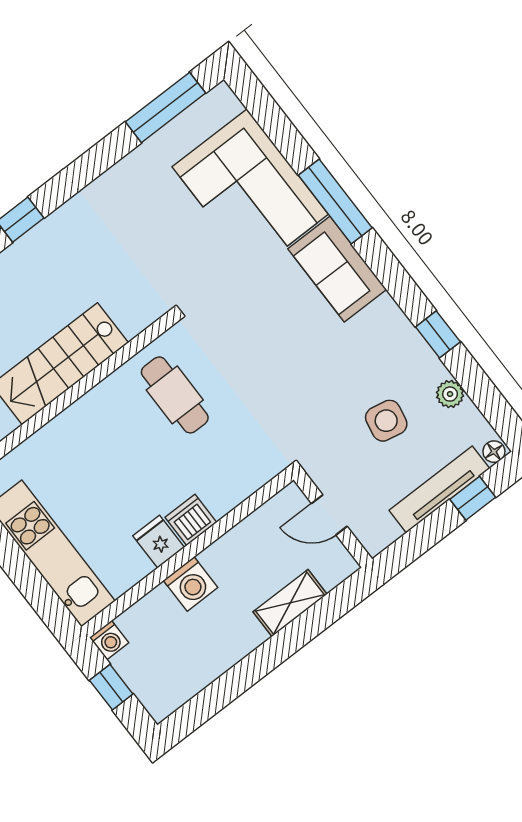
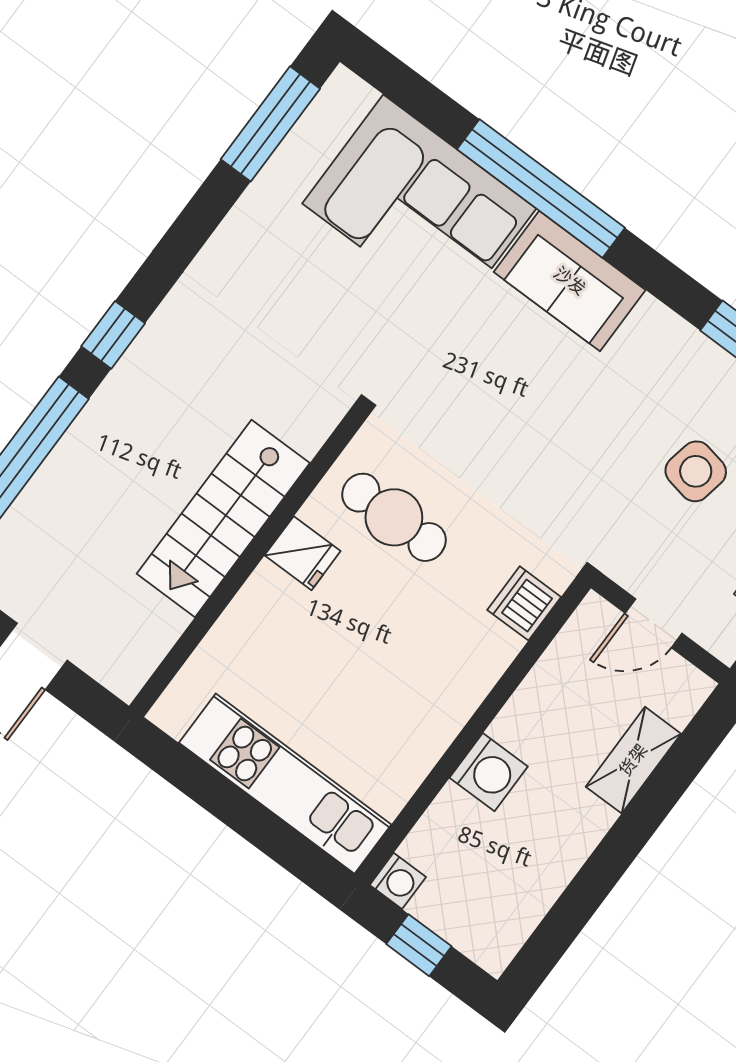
window: (335, 202) -> (541, 189), width x1.46
dishwasher: (191, 520) -> (524, 603), moved
fridge: (159, 542) -> (303, 553), moved, turned 180

